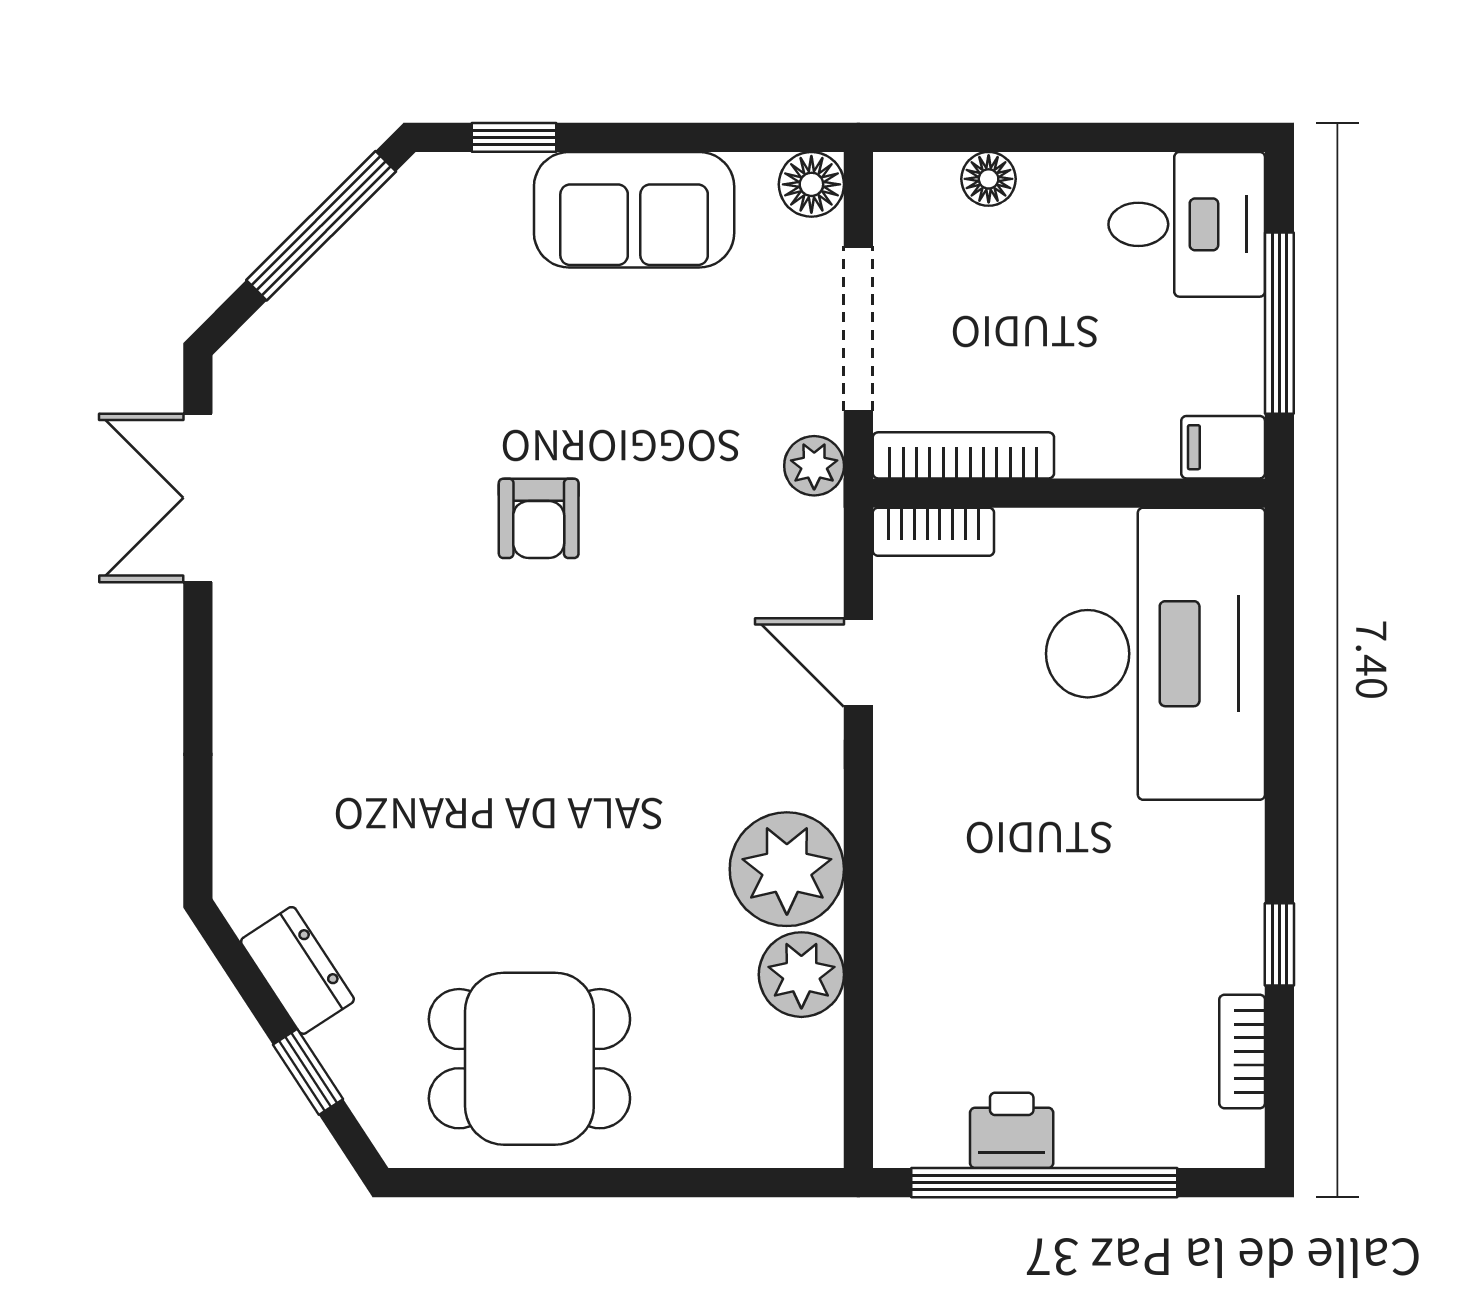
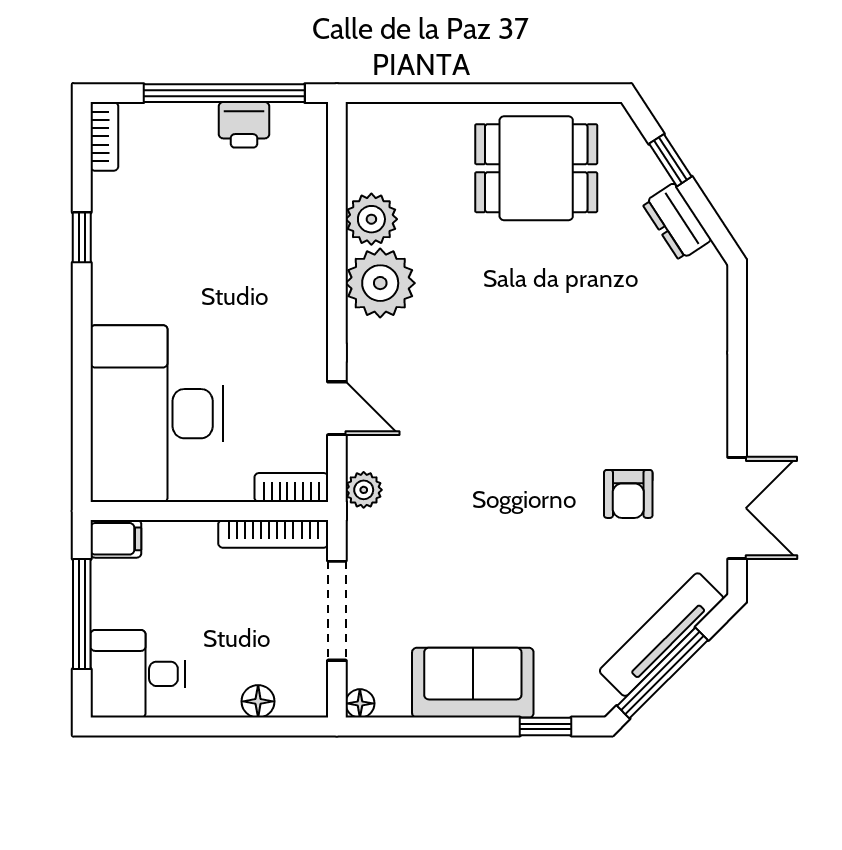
floor lamp: (811, 184) -> (360, 703), width x0.73, depth x0.73
tv unit: (323, 289) -> (661, 635), added
plant: (814, 466) -> (364, 490), moved
armchair: (539, 518) -> (628, 494), moved, turned 180
bookcase: (1242, 1051) -> (104, 136), moved

